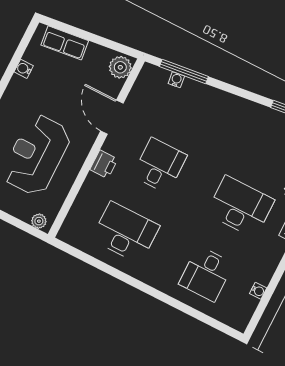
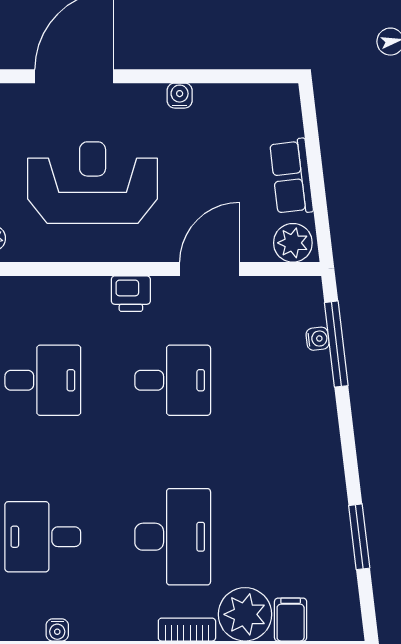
row of seats: (65, 43) -> (292, 177), moved
water cooler: (24, 69) -> (180, 96), moved
desk: (125, 233) -> (43, 380), width x0.73

